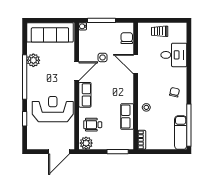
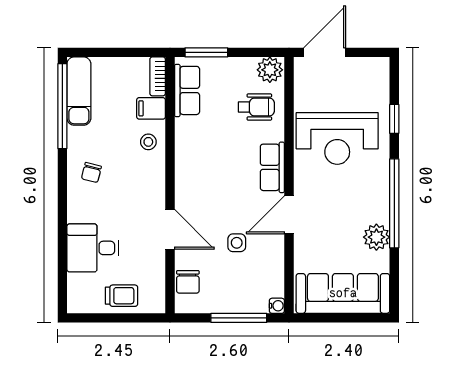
row of seats: (127, 117) -> (187, 90), moved
filing cabinet: (145, 124) -> (151, 108), added

